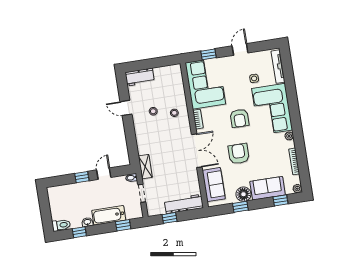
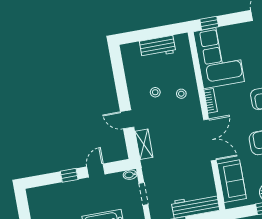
window: (208, 54) -> (209, 23), moved
workbench: (140, 77) -> (158, 47), moved
door: (126, 108) -> (127, 119), moved
shelving: (145, 167) -> (144, 144), moved

